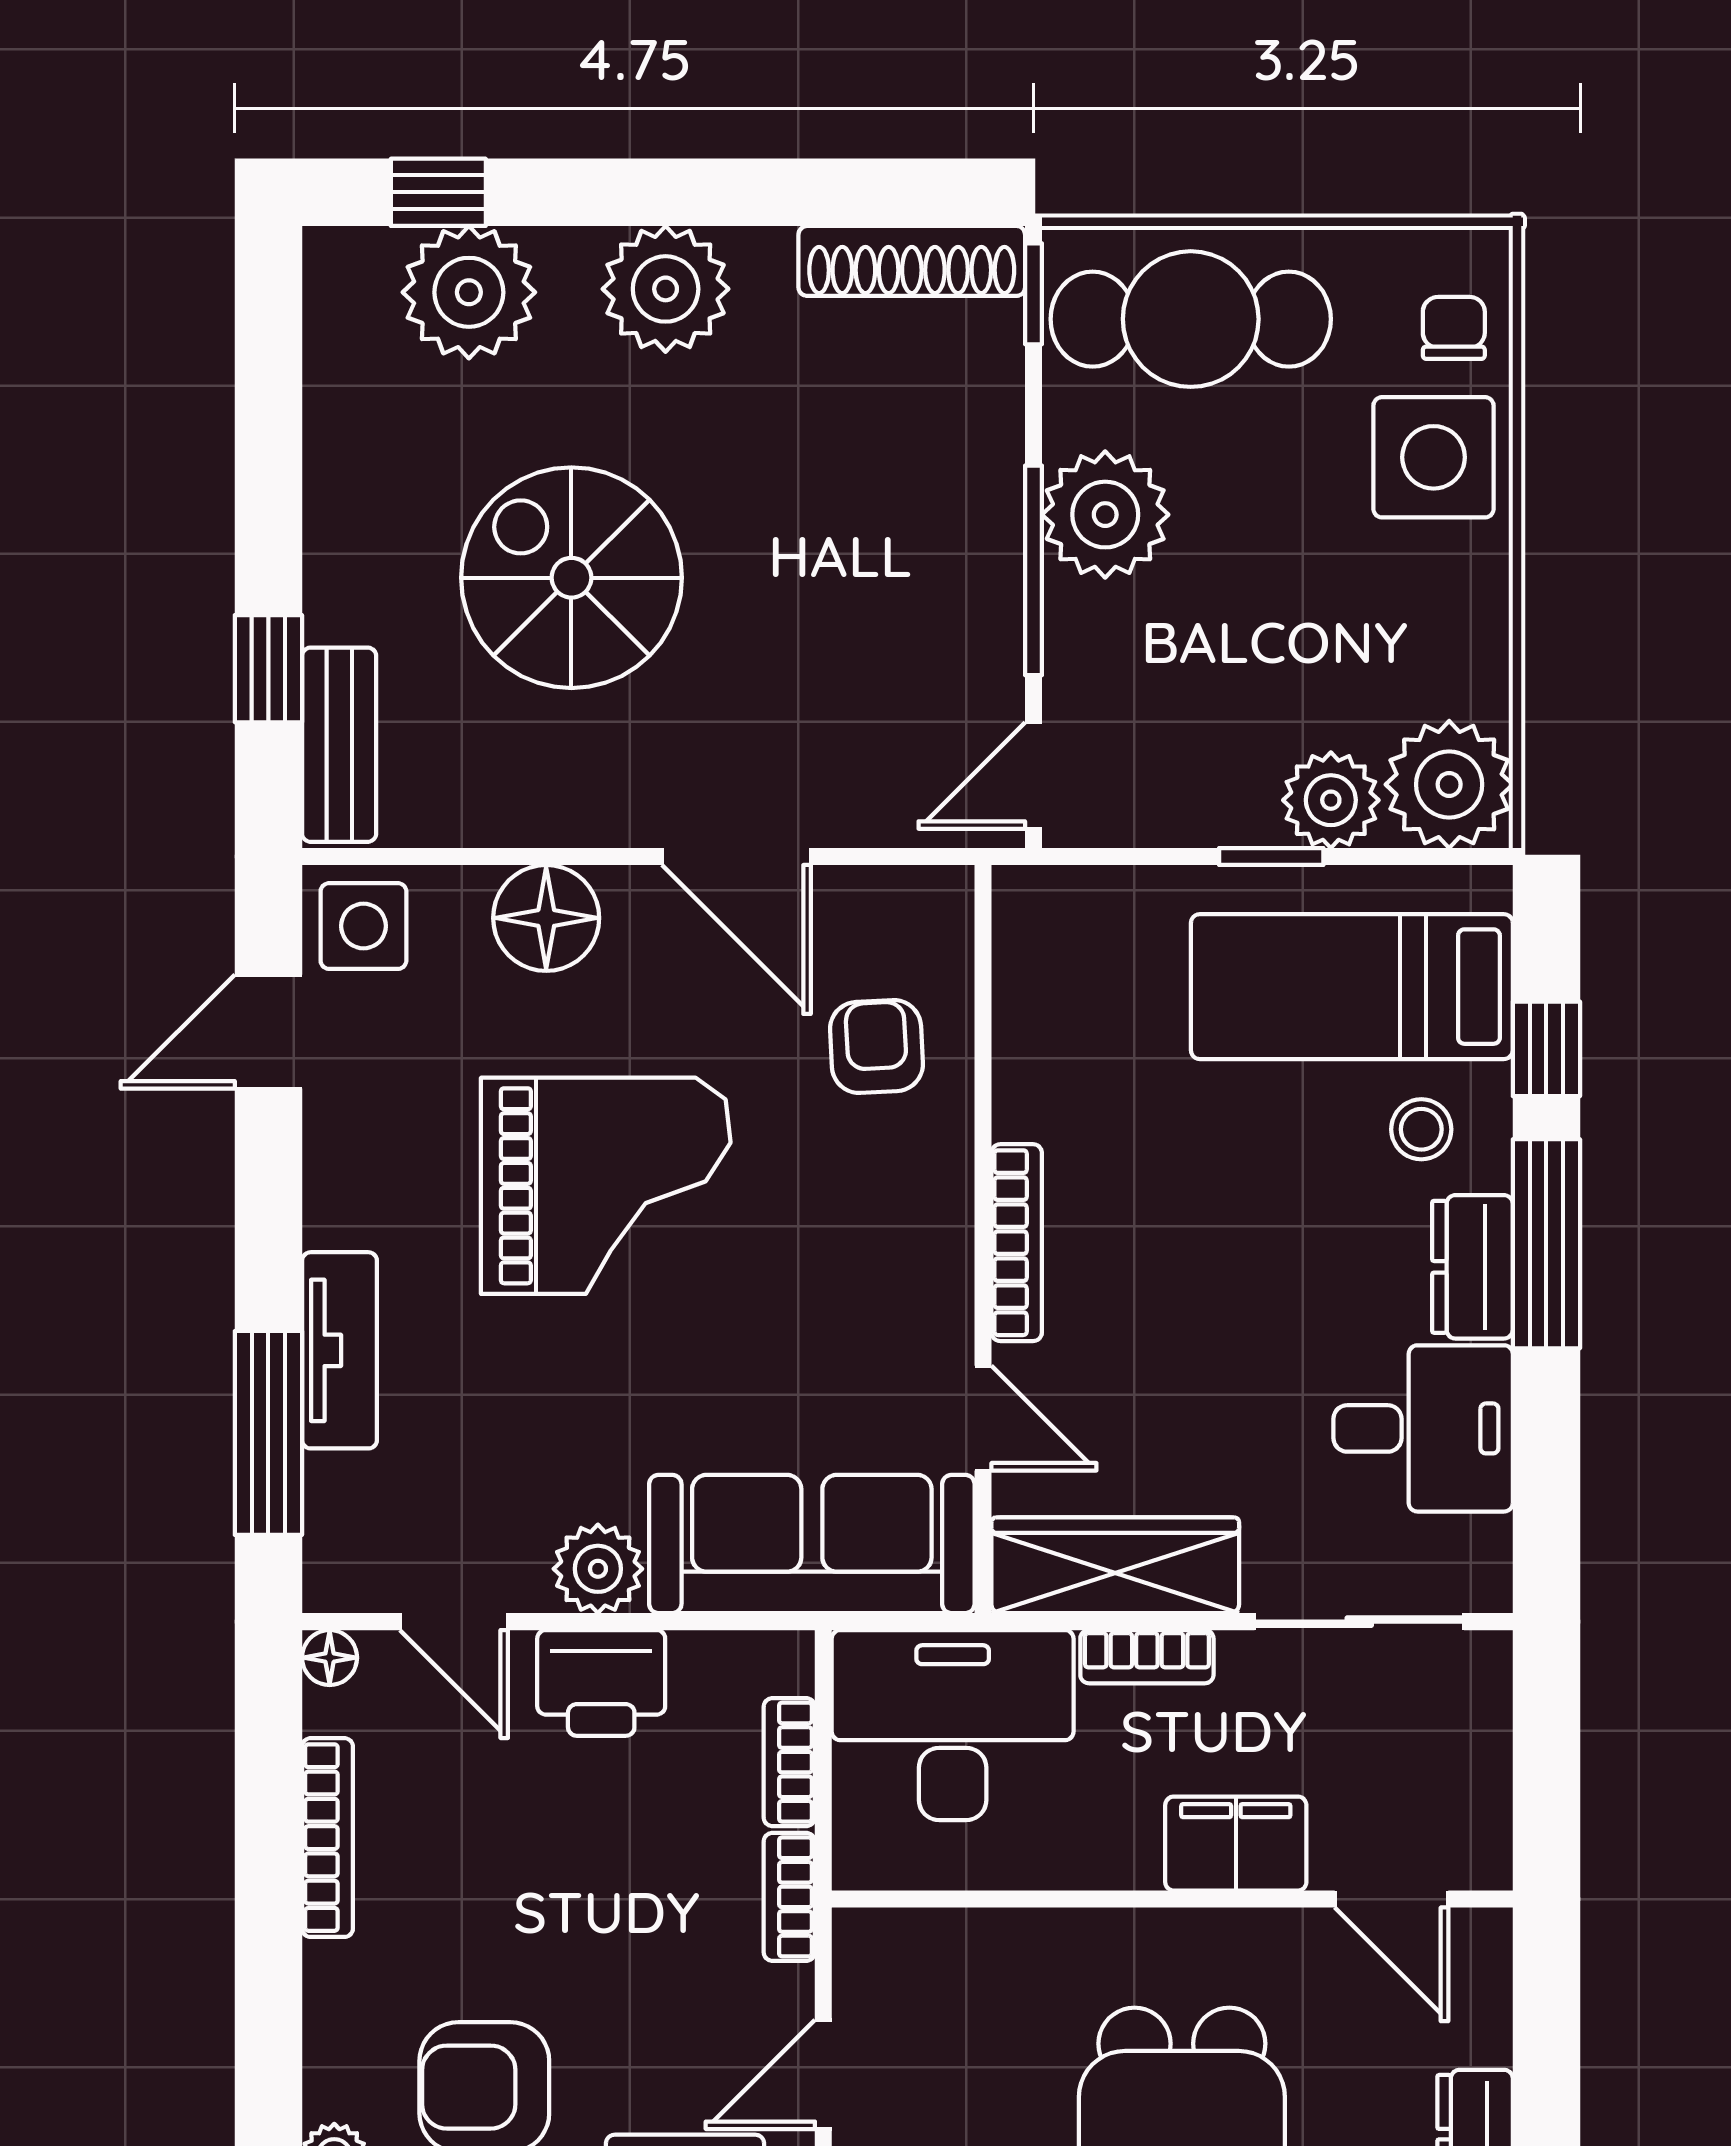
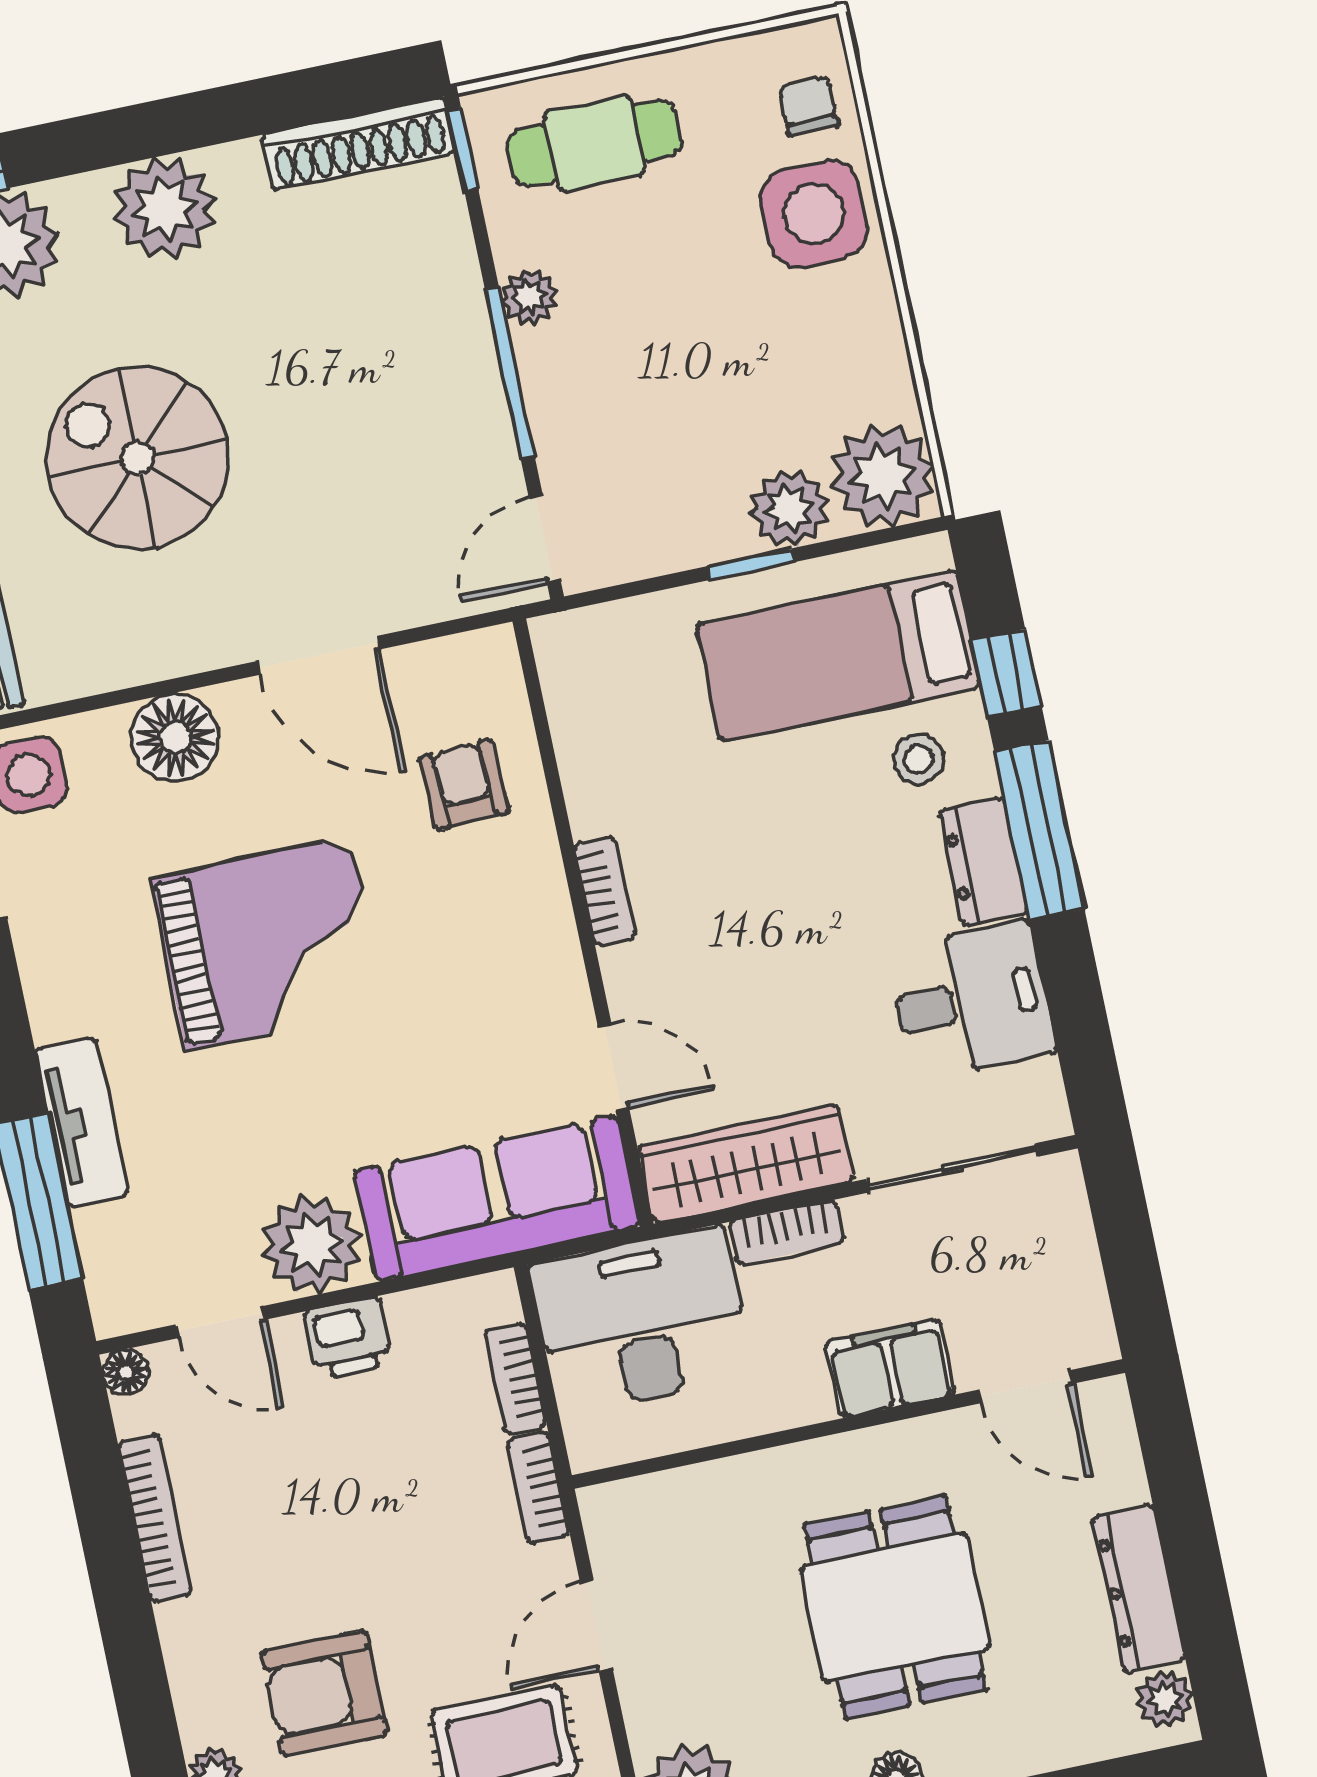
cafe table: (1191, 319) -> (594, 143), width x0.73, depth x0.74
plant: (1105, 515) -> (529, 297), width x0.53, depth x0.53
bookcase: (1017, 1243) -> (605, 891), width x0.64
plant: (598, 1569) -> (312, 1244), width x1.36, depth x1.36
printer: (601, 1683) -> (348, 1338), width x0.73, depth x0.81

